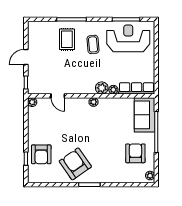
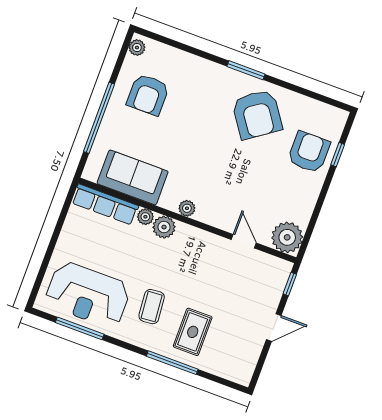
plant: (32, 102) -> (287, 237), width x1.87, depth x1.87
sofa: (144, 115) -> (133, 177), moved, turned -90

